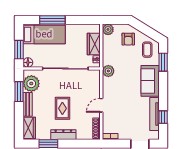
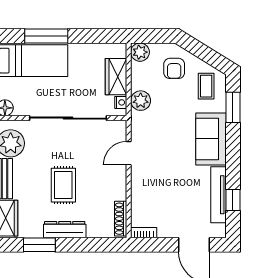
plant: (108, 71) -> (141, 101), moved
door: (101, 105) -> (129, 153), moved

